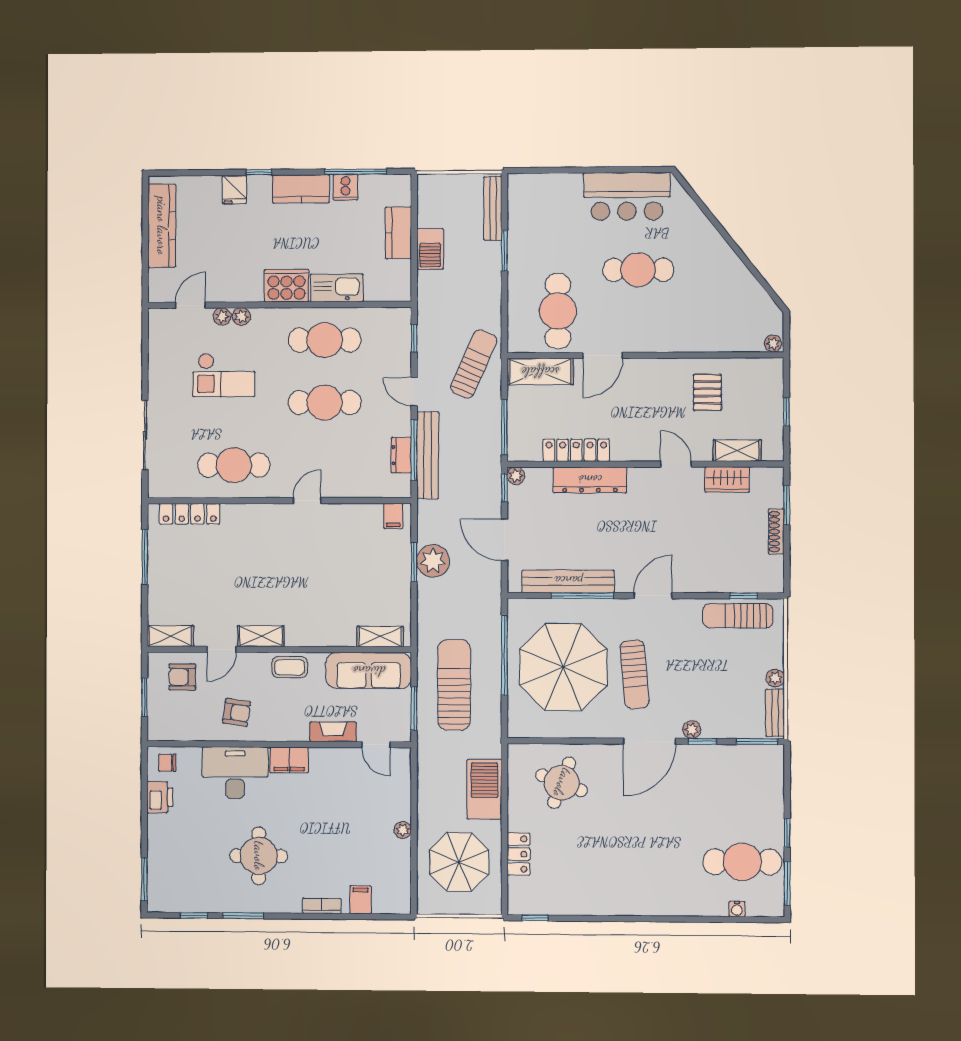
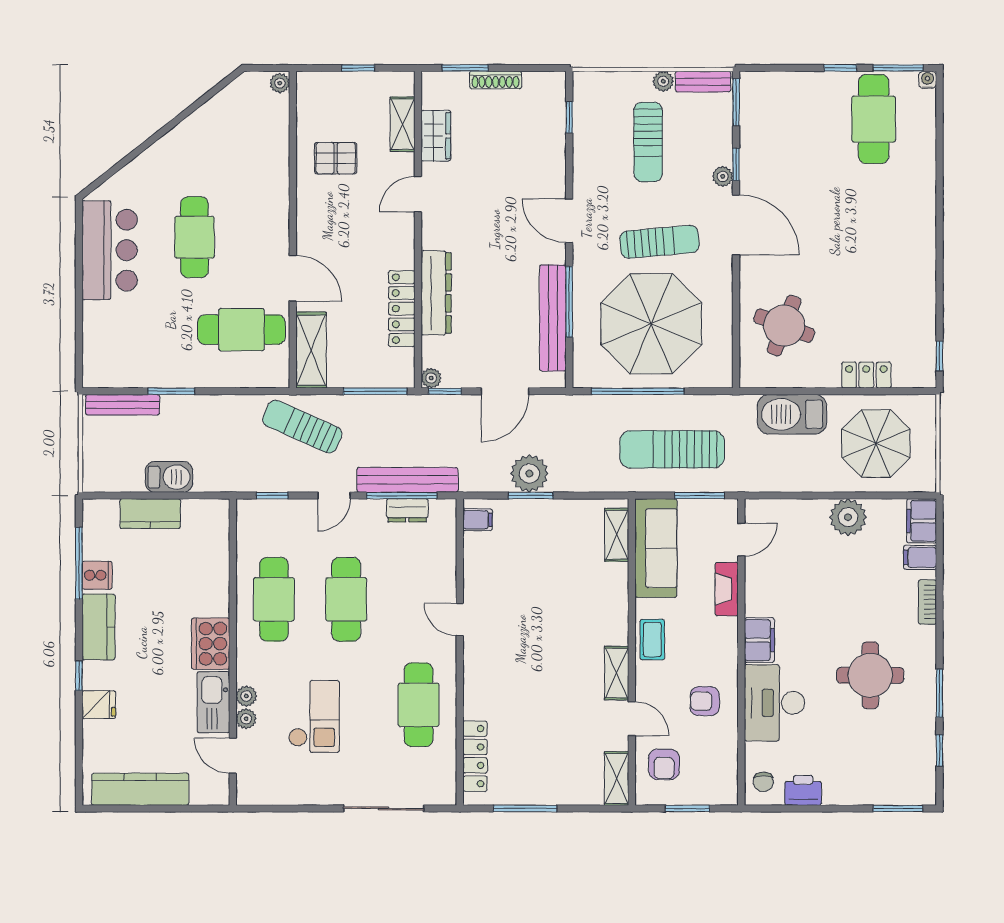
kitchen sink: (337, 288) -> (213, 702), moved
sun lounger: (738, 616) -> (648, 142), moved
armchair: (237, 712) -> (705, 701), turned -98
plant: (403, 830) -> (848, 517), width x1.88, depth x1.88
filing cabinet: (392, 901) -> (922, 521), added
water cooler: (737, 909) -> (928, 80), moved, turned -90

